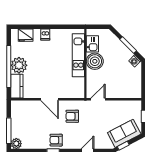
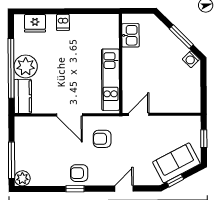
kitchen unit: (78, 55) -> (110, 80), moved
boiler: (95, 61) -> (134, 60), removed

